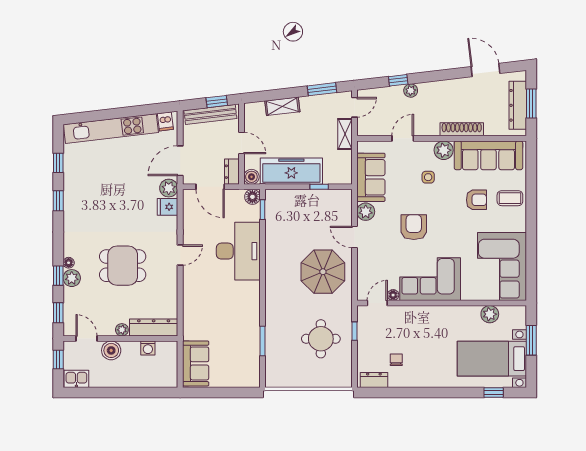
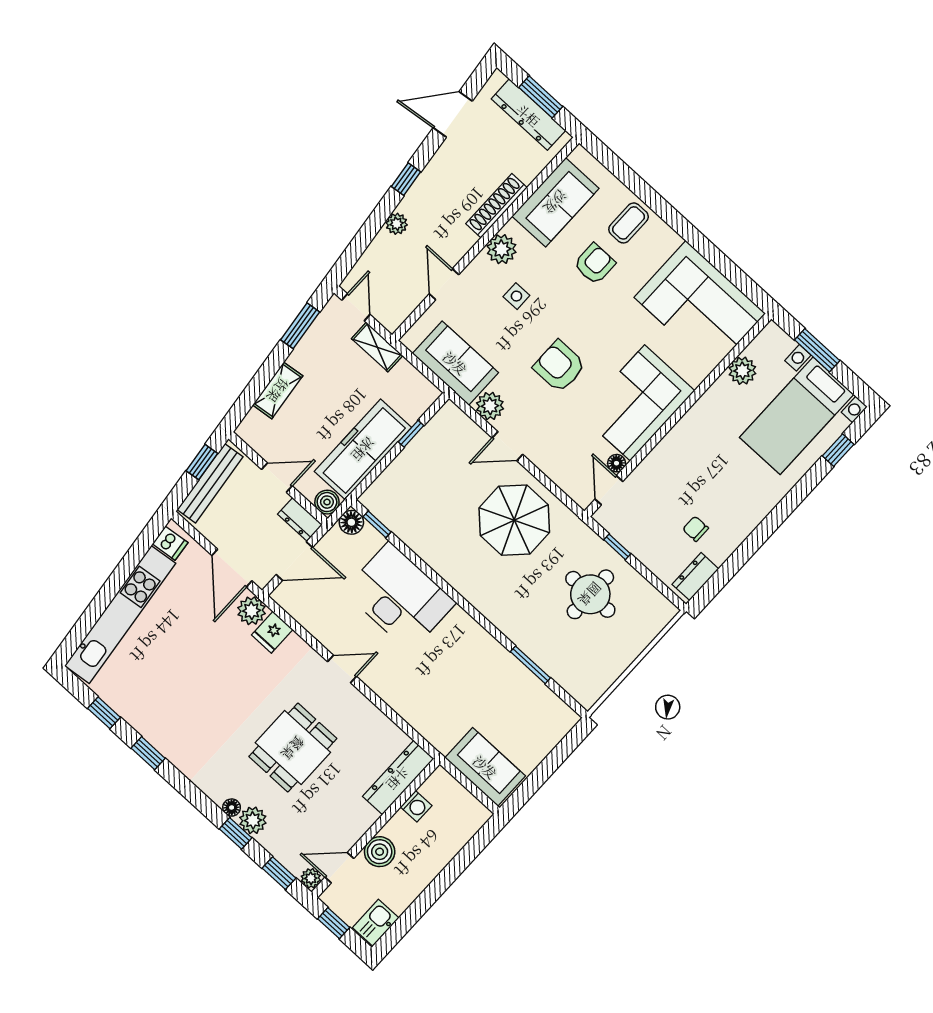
window: (398, 80) -> (406, 179), moved
sofa: (488, 155) -> (555, 202), width x0.73
door: (180, 255) -> (342, 669), hinge flipped
plant: (122, 330) -> (311, 878), moved

